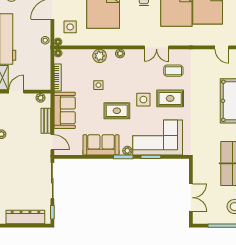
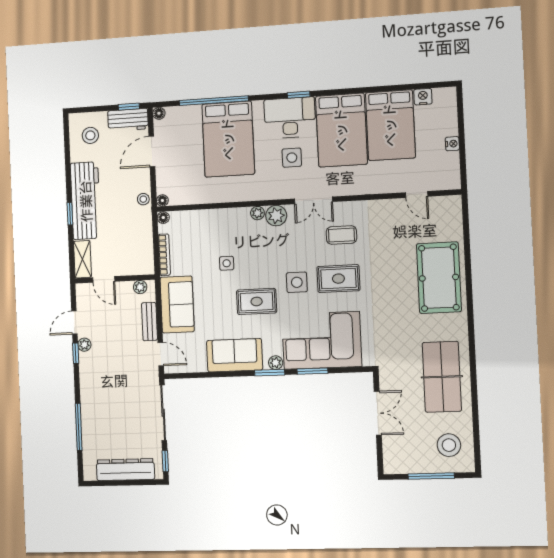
side table: (70, 27) -> (292, 158), moved
plant: (100, 56) -> (276, 216), moved
door: (16, 92) -> (104, 279), swing flipped
double door: (191, 198) -> (378, 413), moved

